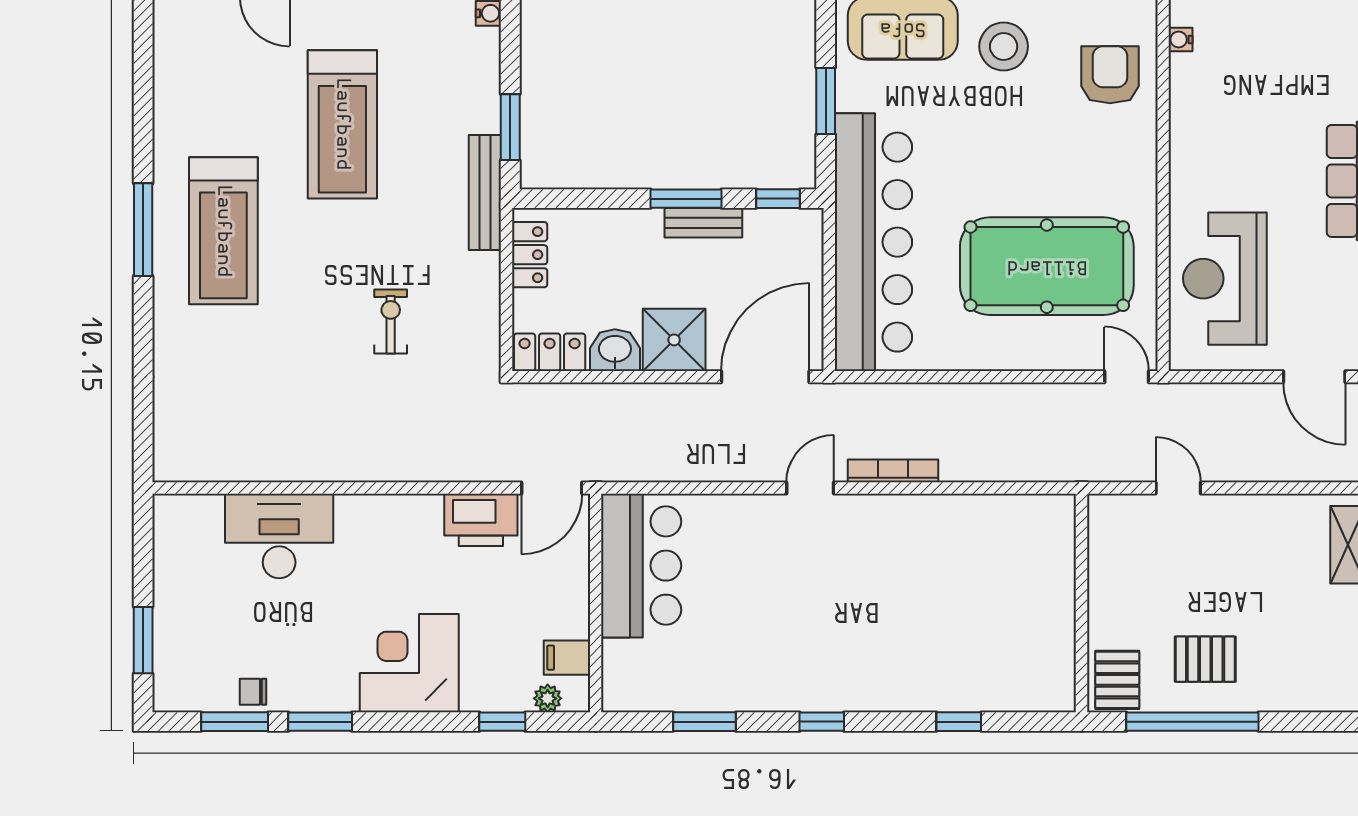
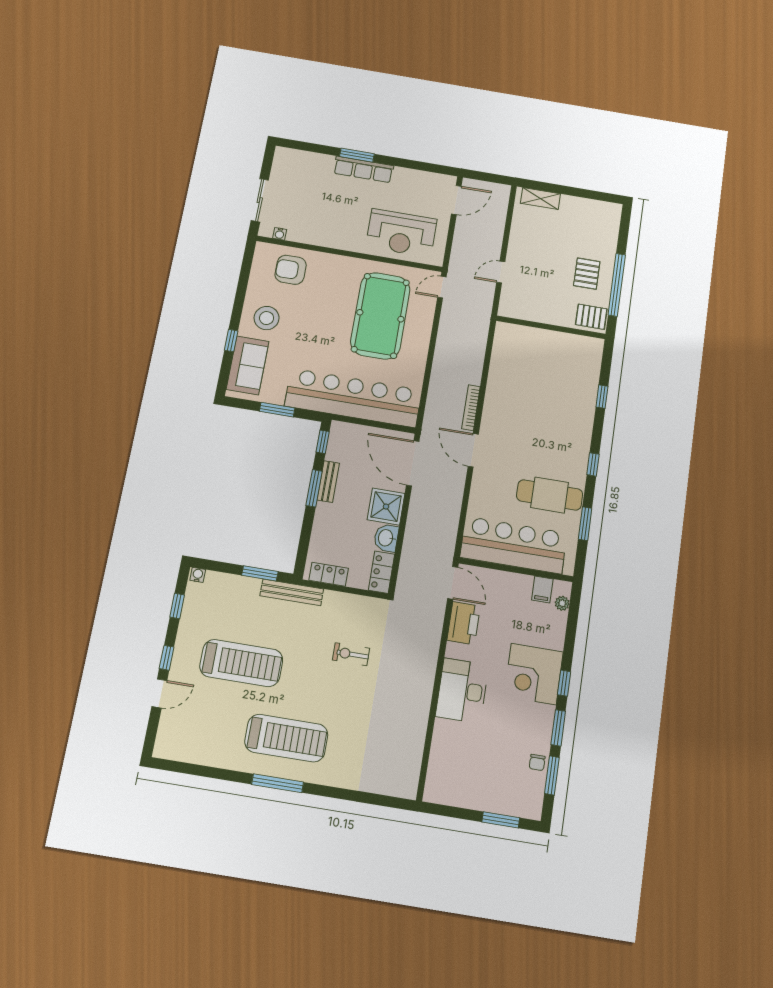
door: (810, 488) -> (473, 450), width x1.38
desk: (279, 536) -> (462, 691), moved
bar counter: (641, 566) -> (514, 545), width x1.36
cafe table: (748, 646) -> (550, 495), added
window: (502, 722) -> (564, 683), moved

